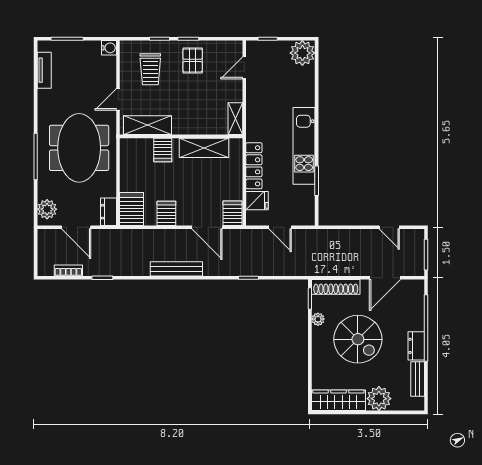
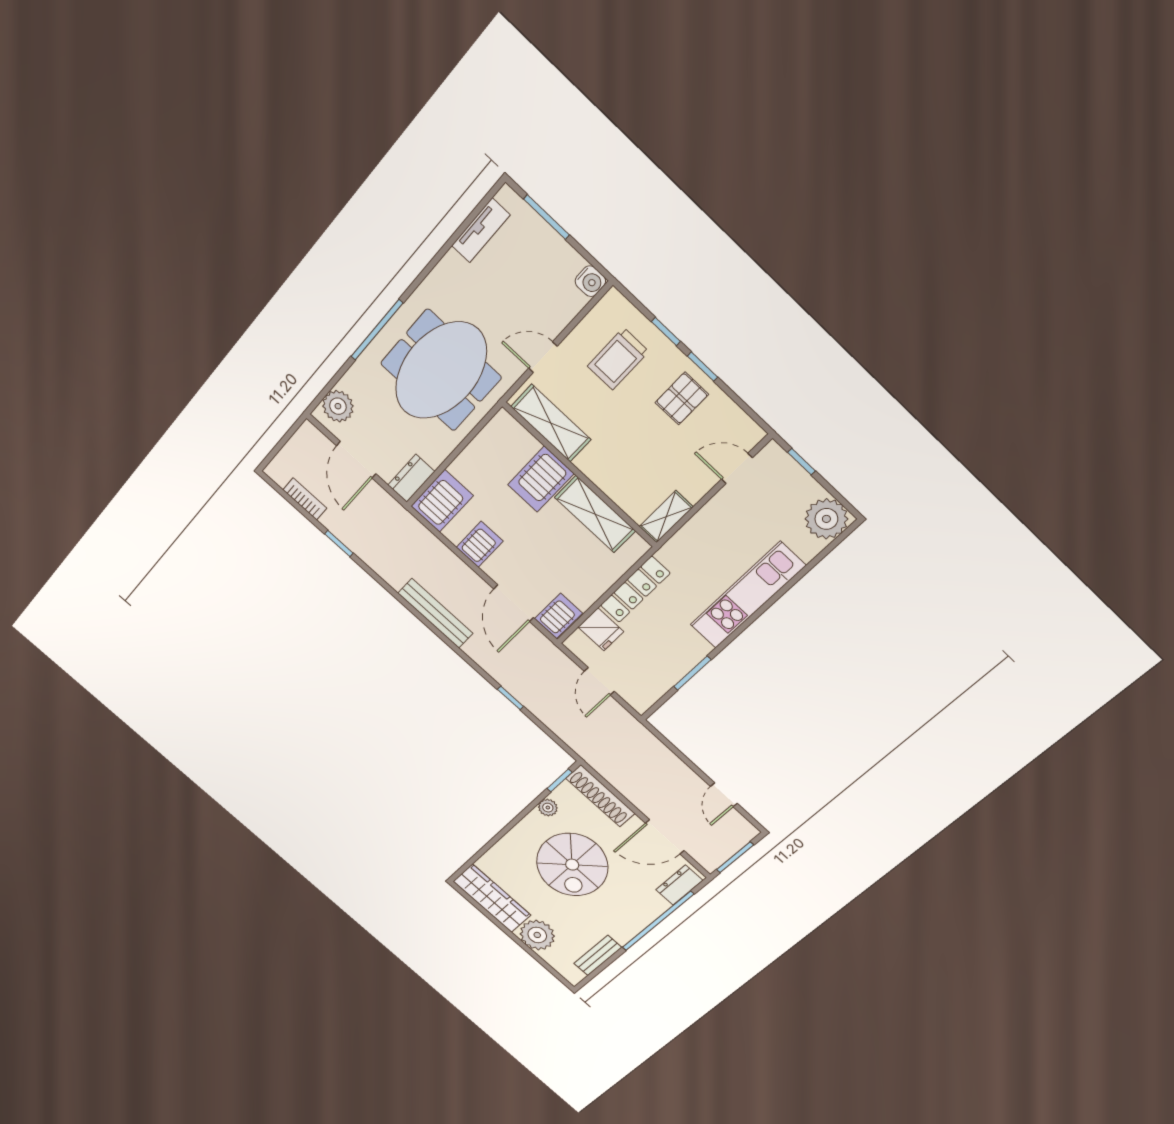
kitchen unit: (304, 146) -> (748, 595), moved
server rack: (163, 150) -> (541, 479), width x1.36, depth x1.44
dresser: (416, 346) -> (679, 885), moved

